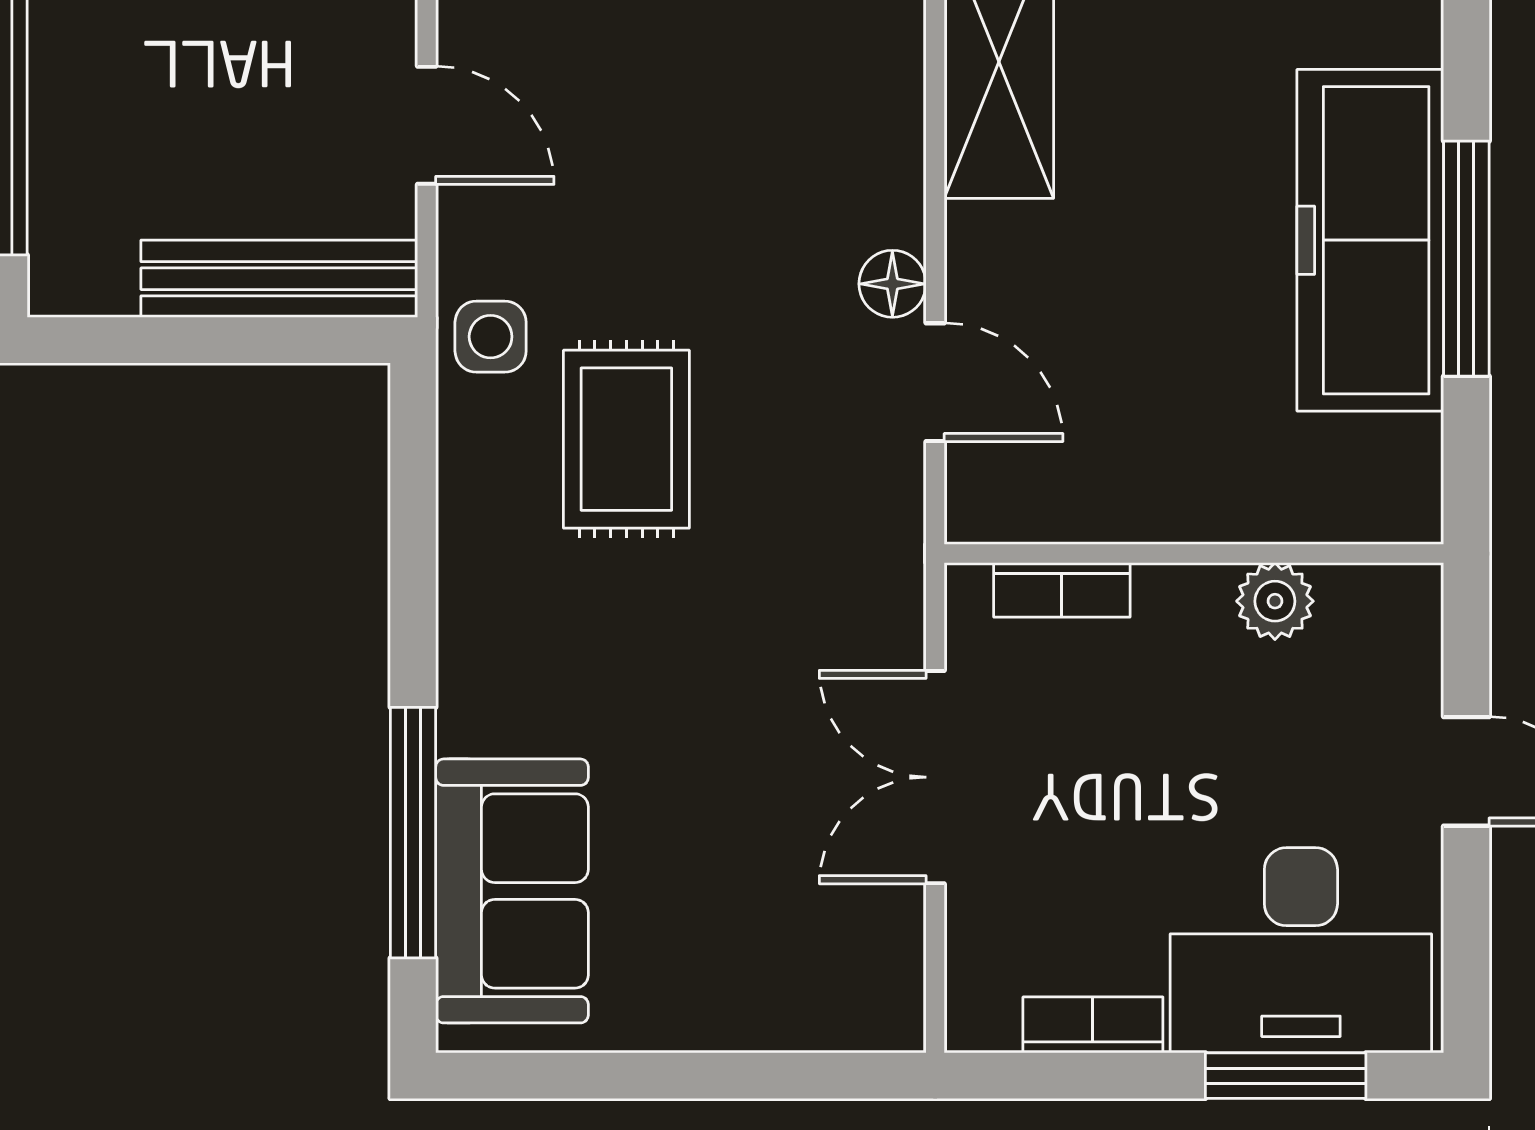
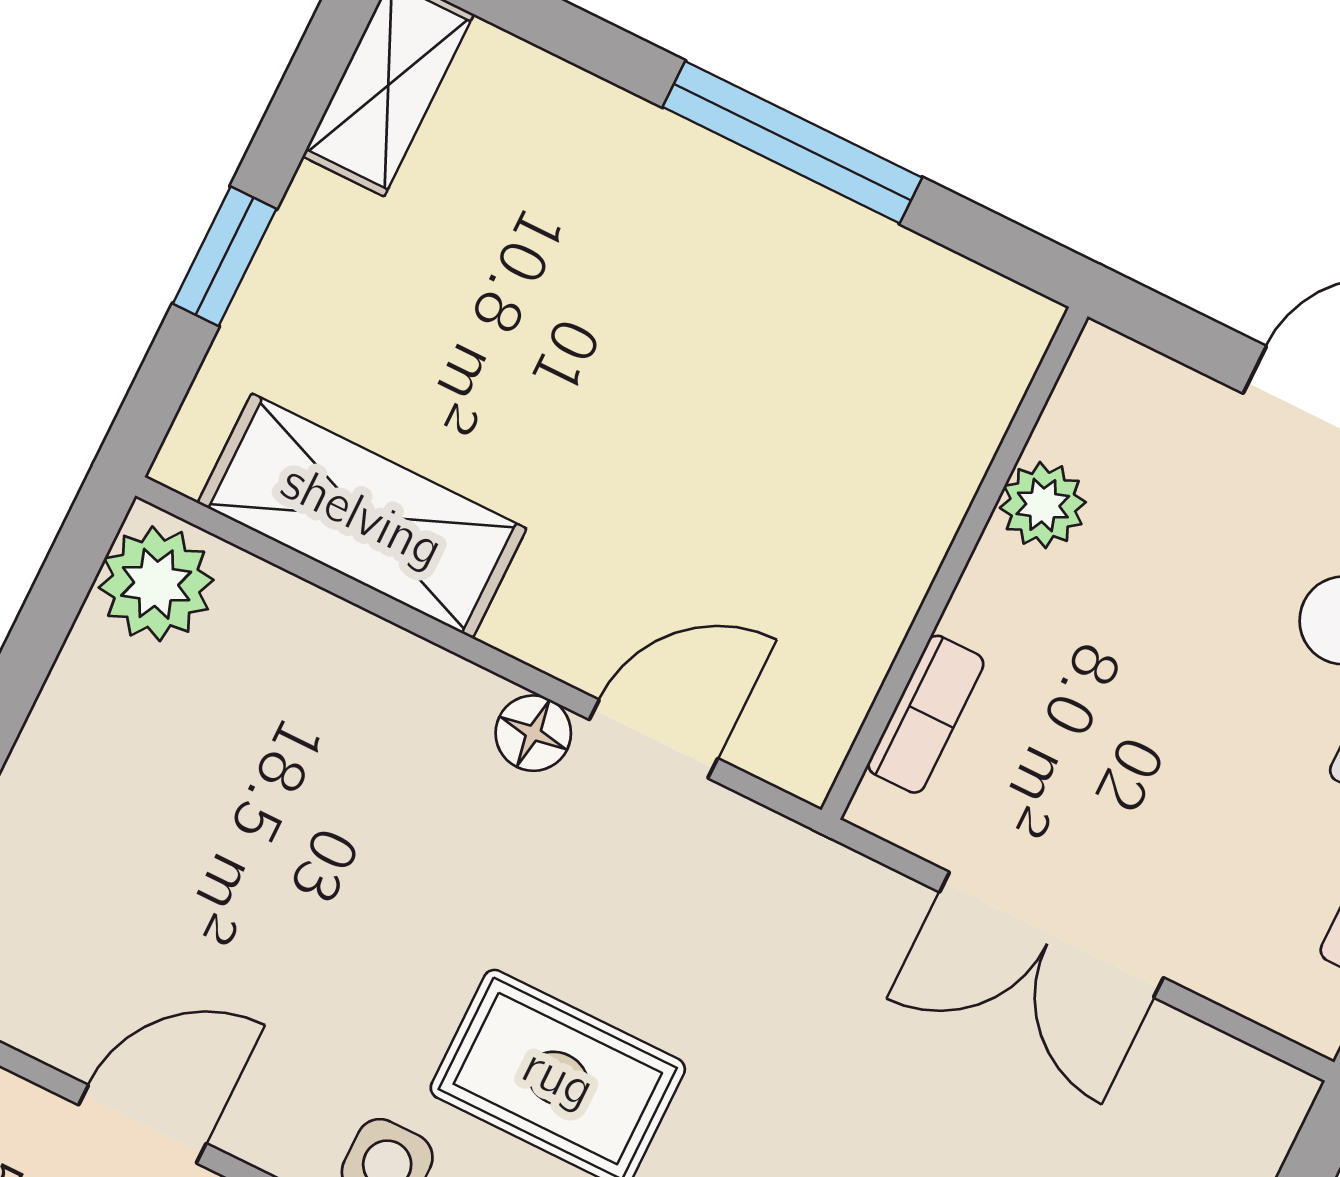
freezer: (1370, 240) -> (726, 230), removed

